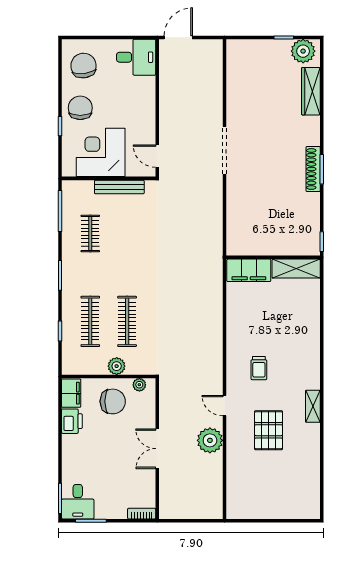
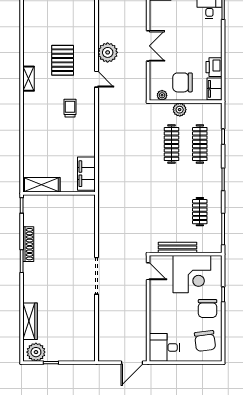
shoe rack: (313, 169) -> (28, 244), moved
filing cabinet: (249, 270) -> (86, 174), moved, turned -90

